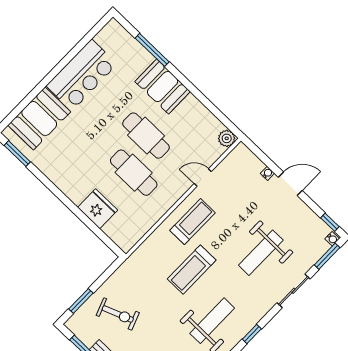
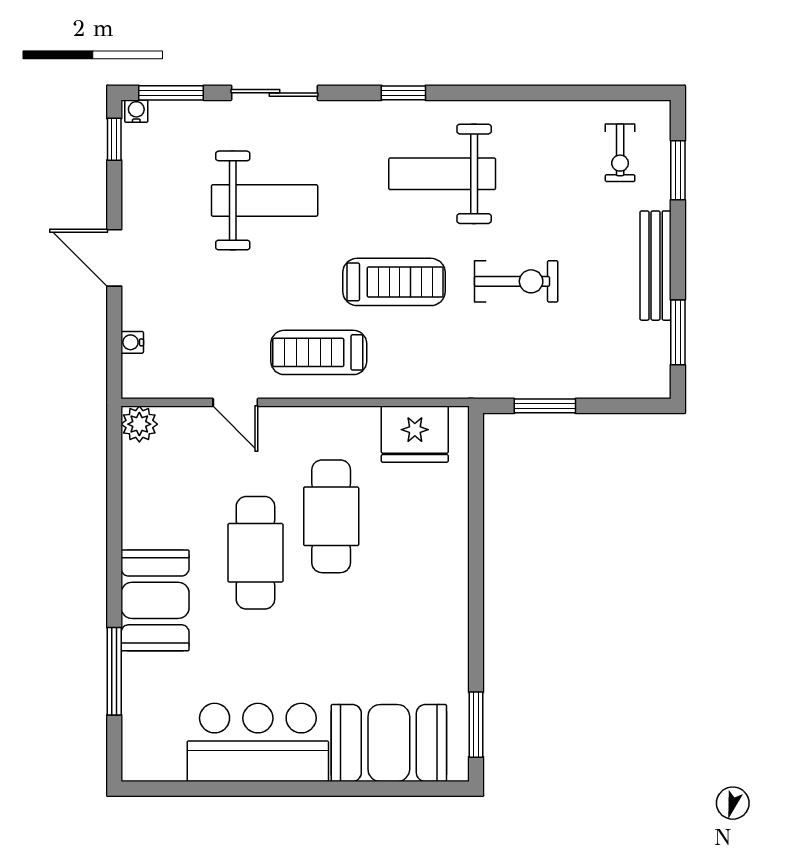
water cooler: (267, 173) -> (132, 342), moved
fridge: (98, 209) -> (415, 434), moved, turned -90
window: (81, 301) -> (545, 406), moved
exercise bike: (118, 314) -> (516, 281), moved, turned 111

